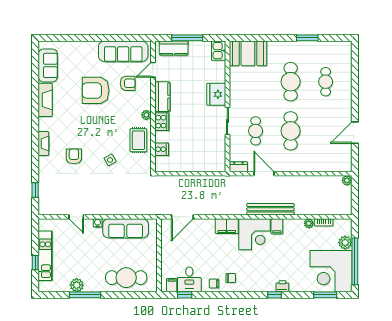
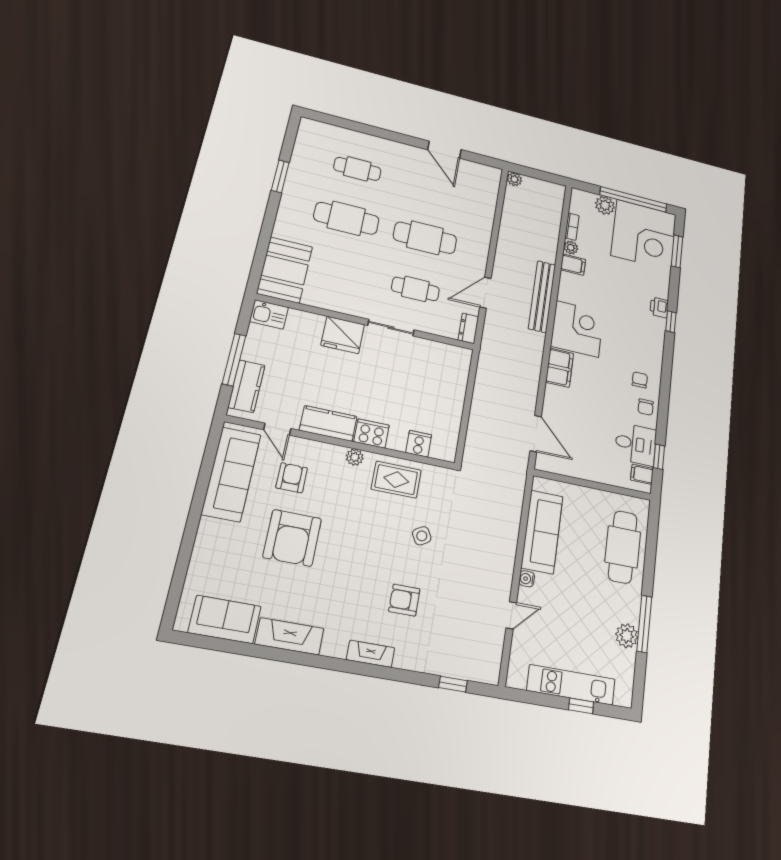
filing cabinet: (277, 226) -> (573, 265), moved

